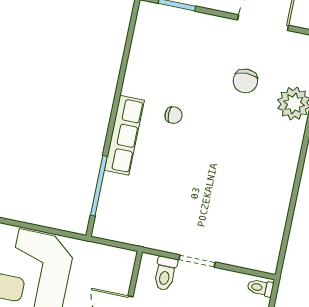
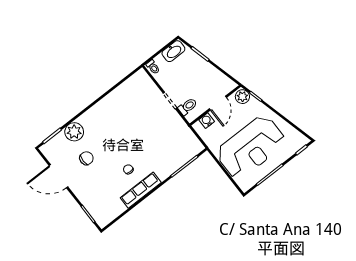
row of seats: (124, 135) -> (141, 190), moved
water cooler: (122, 277) -> (207, 121), added

